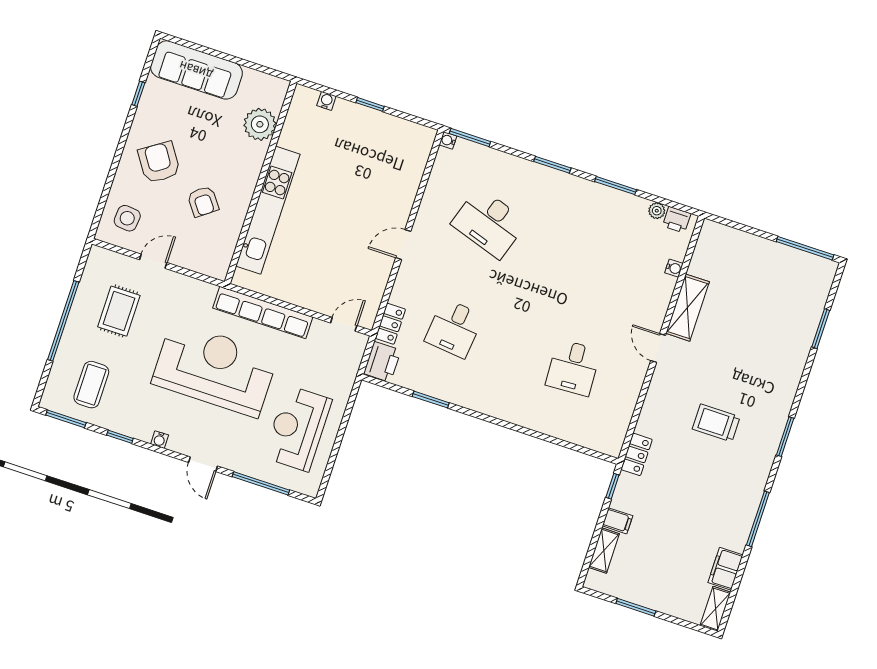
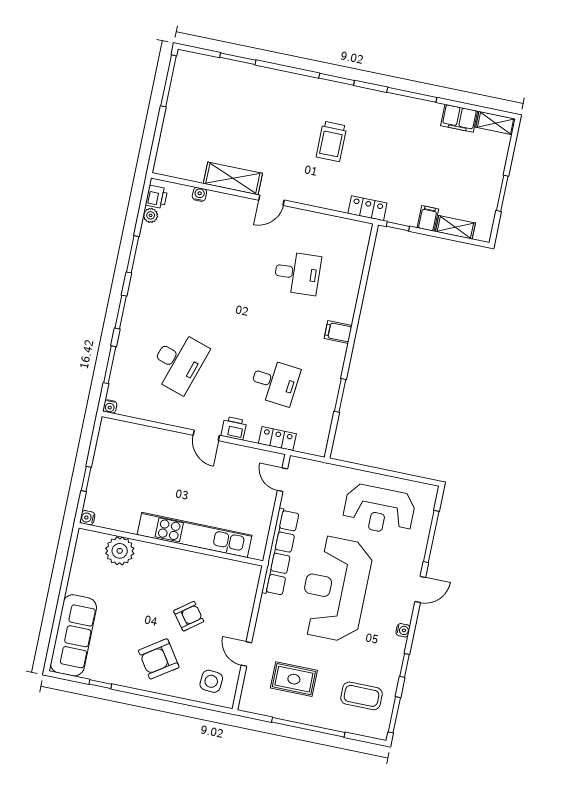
plant: (260, 124) -> (120, 551), moved
window: (470, 137) -> (110, 365), moved
wall: (261, 182) -> (171, 544), moved
kitchen unit: (268, 210) -> (194, 535), moved
printer: (382, 362) -> (234, 428), moved, width x0.73, depth x0.81
filing cabinet: (502, 406) -> (338, 332), added

